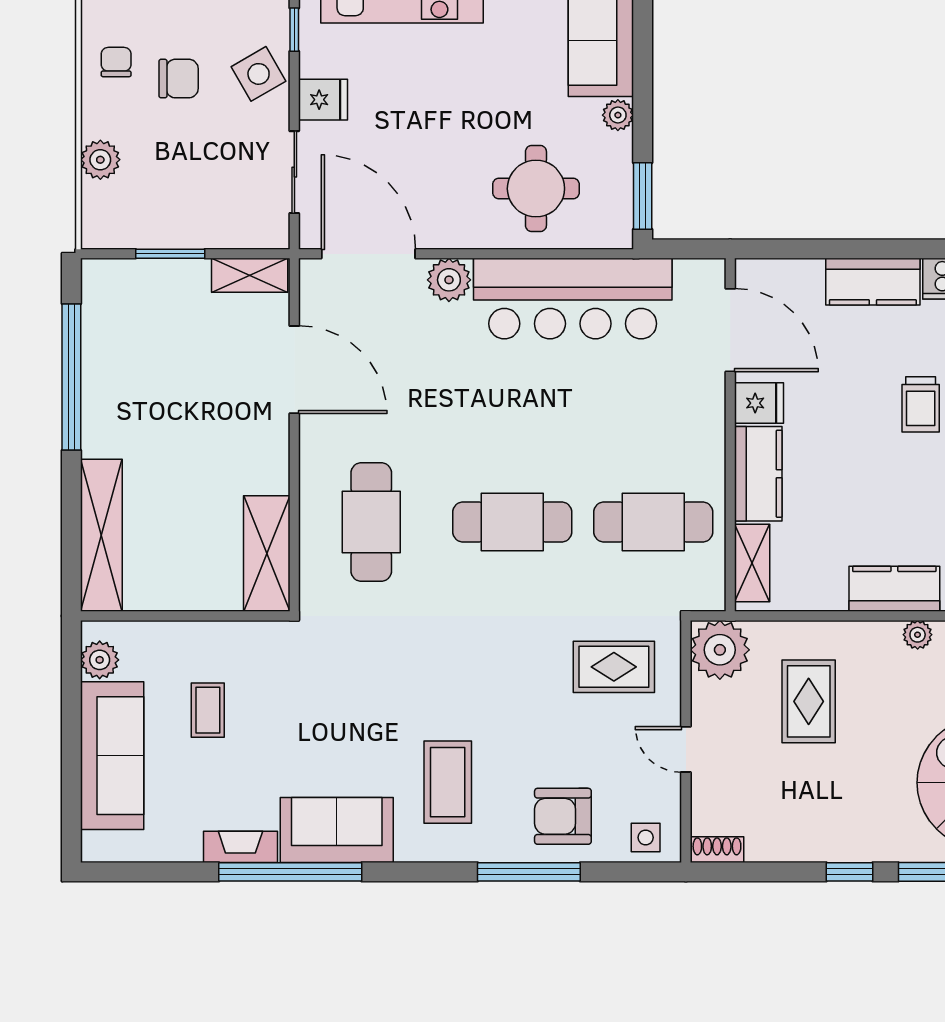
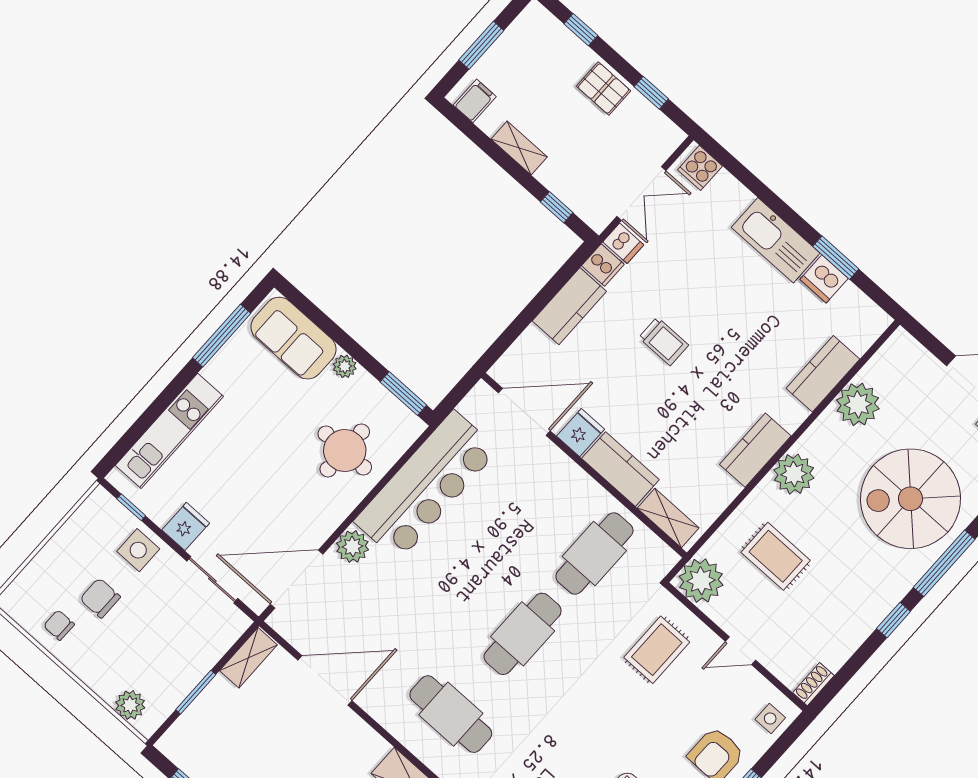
side table: (259, 74) -> (138, 550), turned 30
chair: (179, 79) -> (100, 598), turned -90
plant: (100, 160) -> (130, 705), moved
plant: (918, 635) -> (794, 474), width x1.88, depth x1.88

